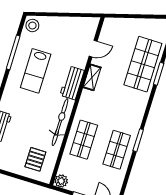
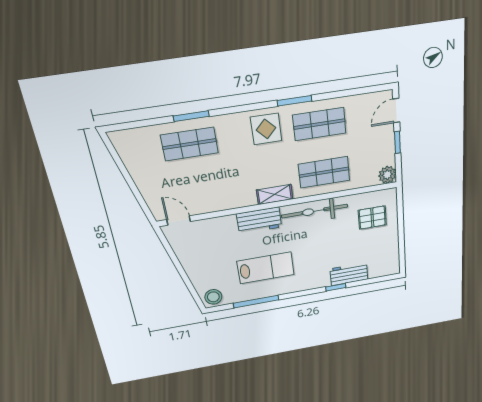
door: (93, 49) -> (179, 221), moved
shop shelf: (143, 64) -> (189, 144), width x0.70, depth x0.74
shelving: (92, 77) -> (275, 195), moved
display table: (130, 115) -> (266, 129), added

